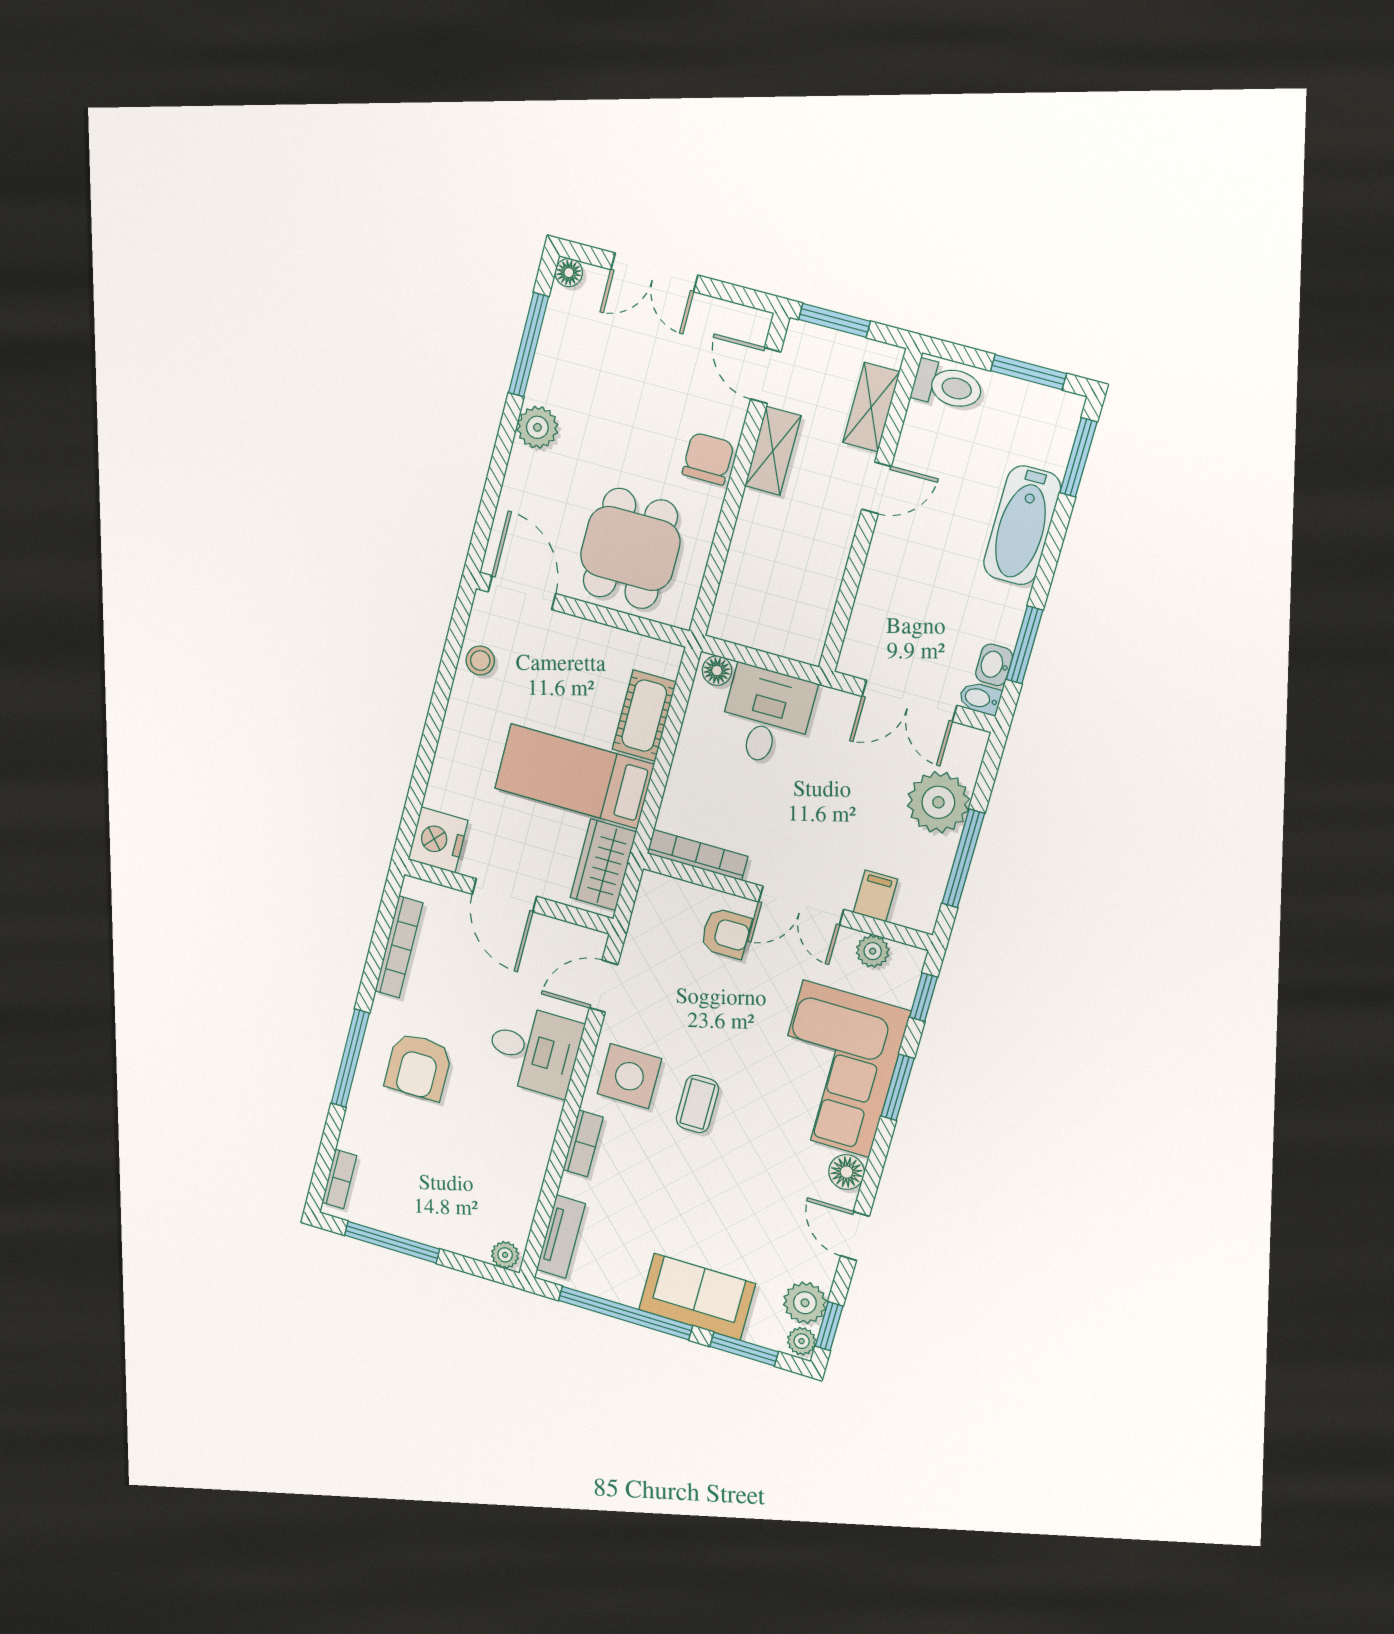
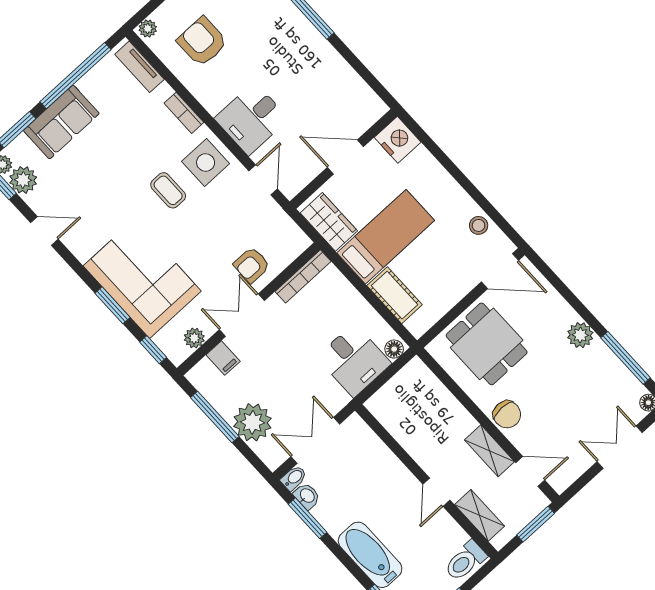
bookcase: (399, 947) -> (353, 80), removed
armchair: (418, 1067) -> (202, 42), moved
floor lamp: (847, 1172) -> (82, 249), removed

